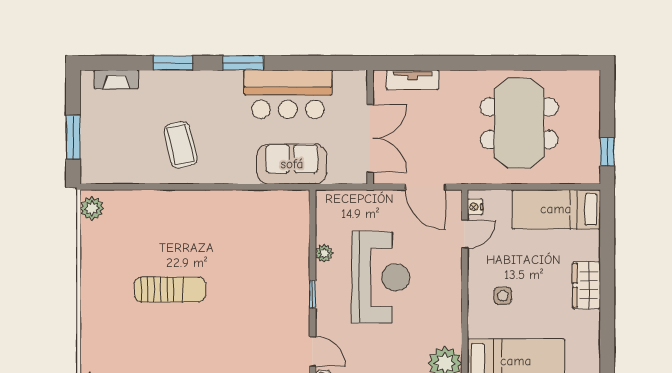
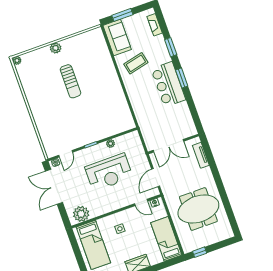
bar counter: (288, 94) -> (168, 84), moved
sofa: (292, 164) -> (117, 37), moved
plant: (92, 208) -> (56, 48), moved

